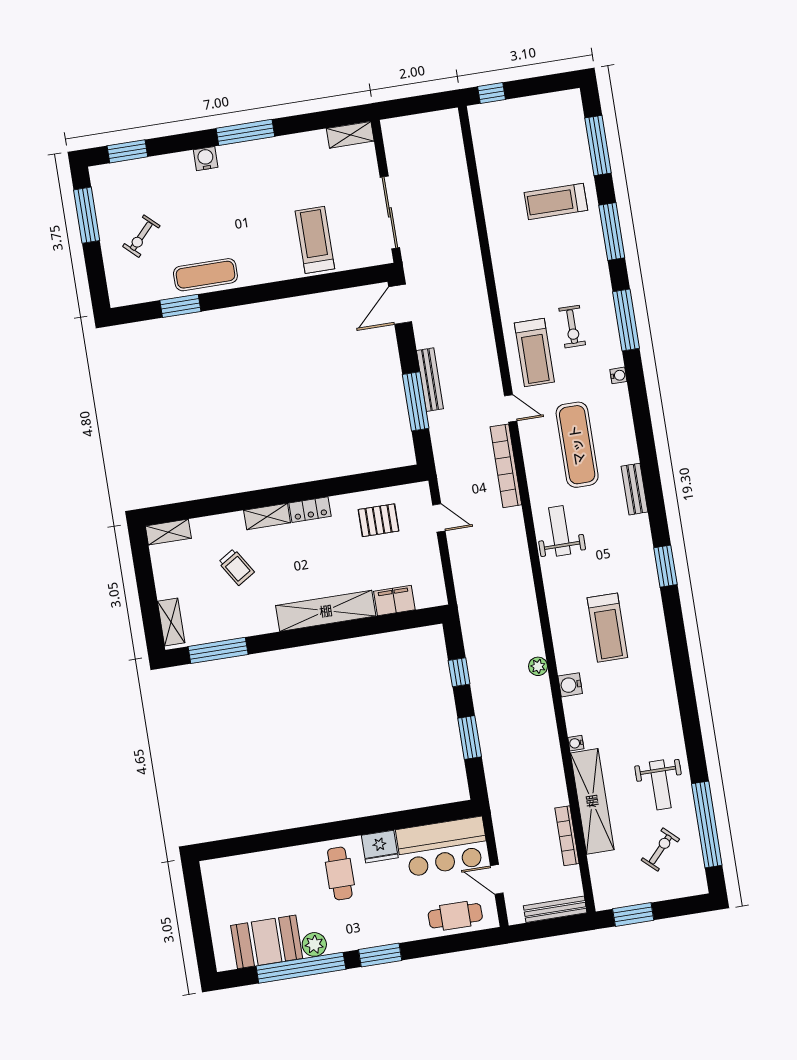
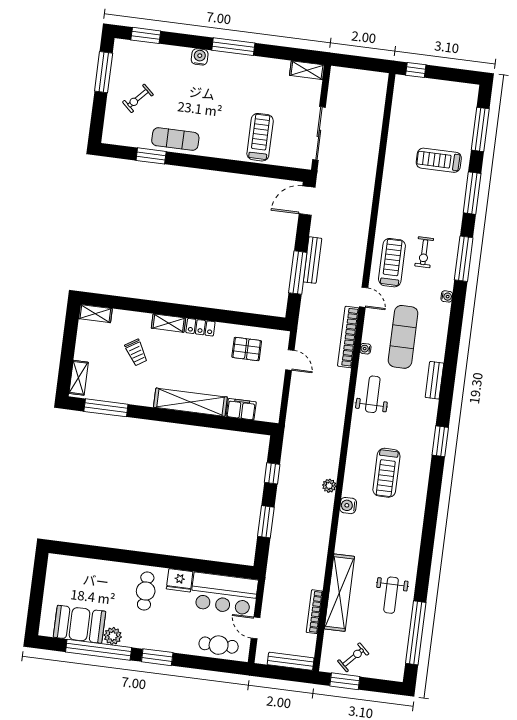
treadmill: (534, 352) -> (392, 263), turned 180
water cooler: (576, 743) -> (365, 349), moved
exercise bike: (660, 850) -> (353, 657), moved

